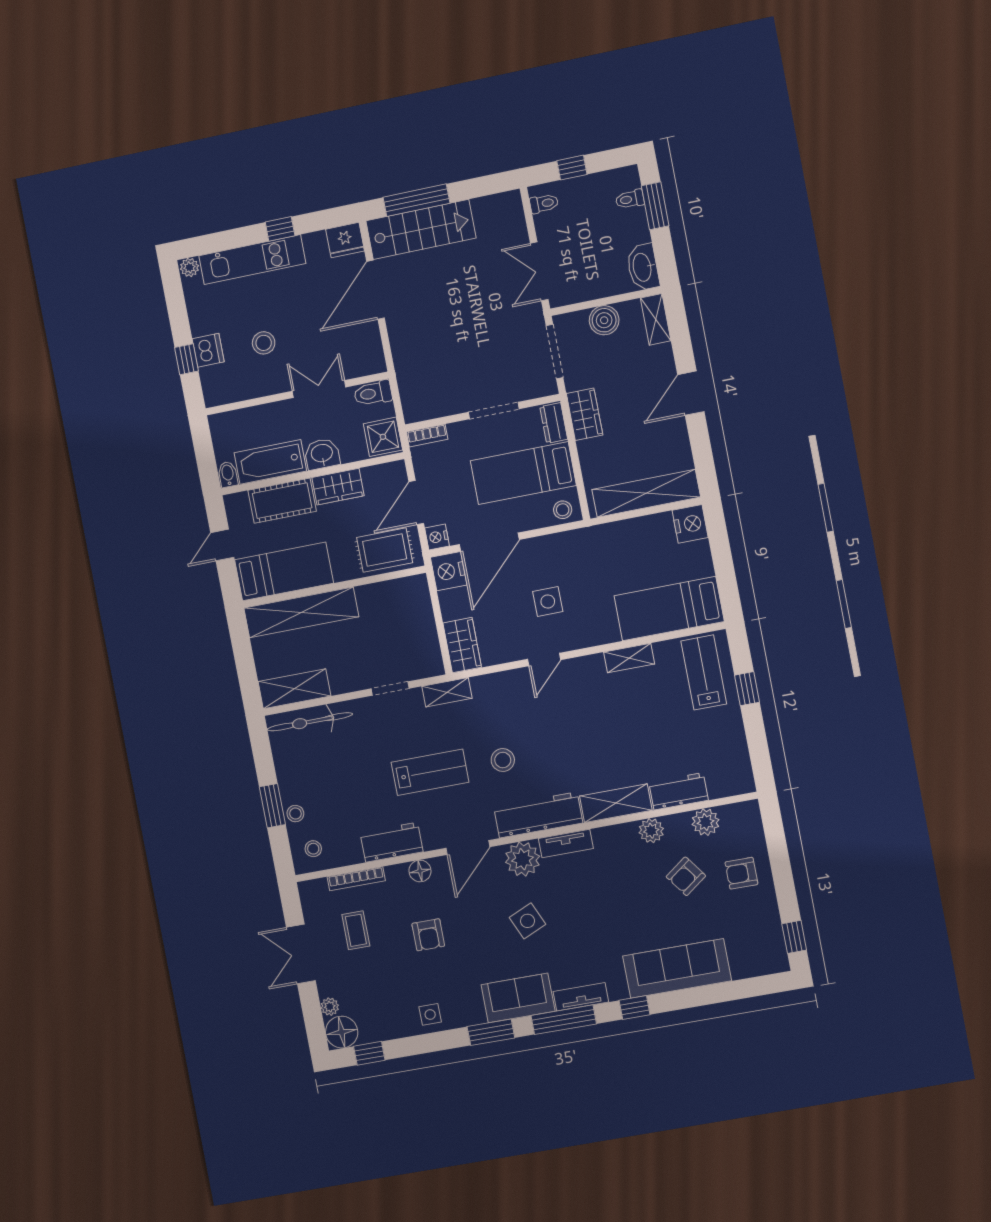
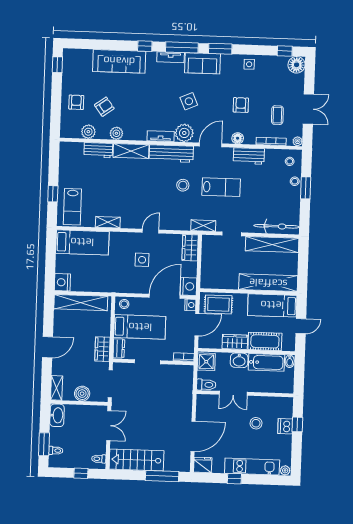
stairs: (421, 229) -> (137, 460), moved
shelving: (294, 689) -> (272, 244), width x1.47
lab bench: (430, 772) -> (221, 187), turned 180
armchair: (741, 873) -> (76, 102), turned -90
plant: (330, 1007) -> (298, 141), moved

